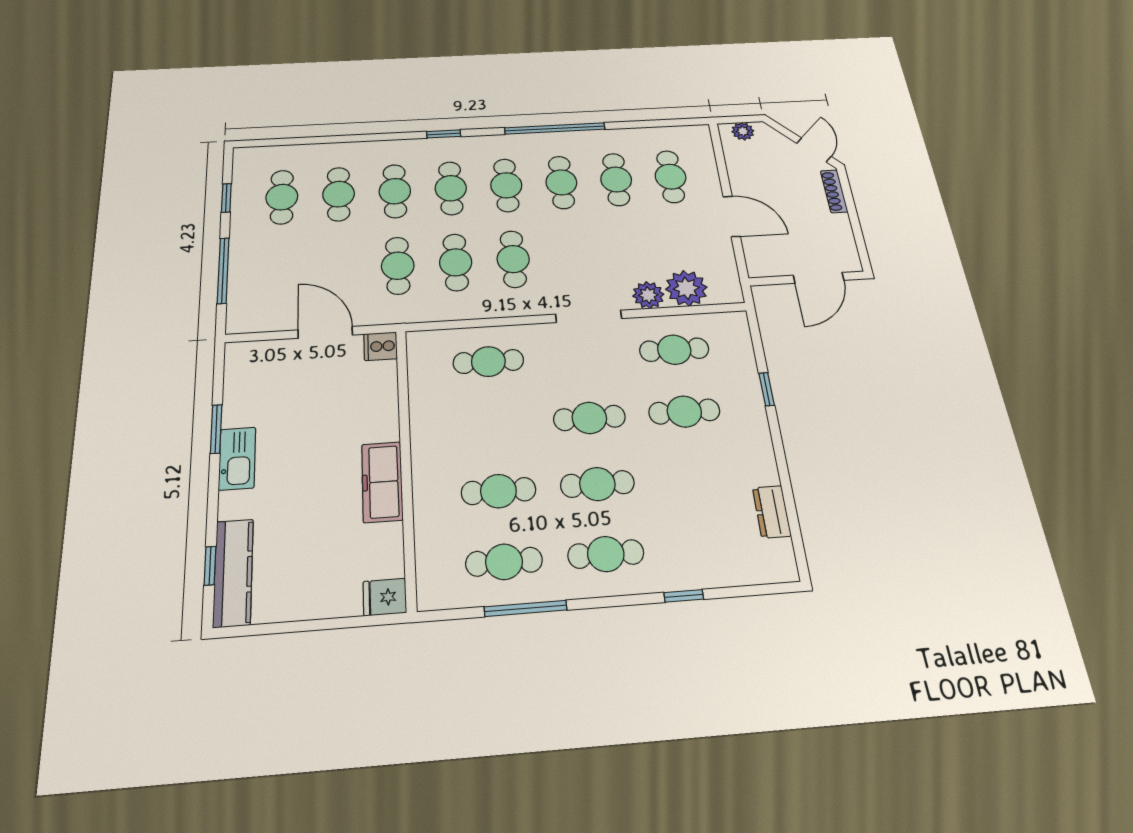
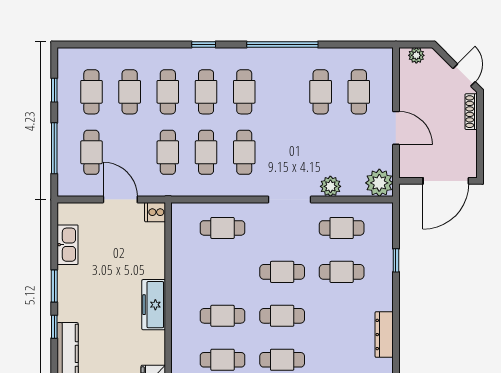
cafe table: (561, 182) -> (91, 152), moved
door: (819, 278) -> (446, 181), width x1.36
plant: (686, 288) -> (379, 183), moved
window: (216, 429) -> (54, 286), moved
kitchen sink: (237, 459) -> (68, 245), moved
dresser: (772, 512) -> (384, 335), width x1.44
window: (210, 566) -> (54, 327), moved

